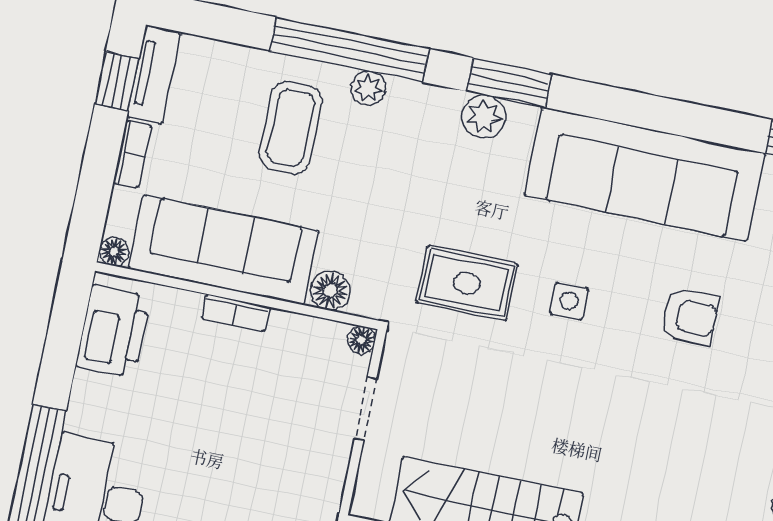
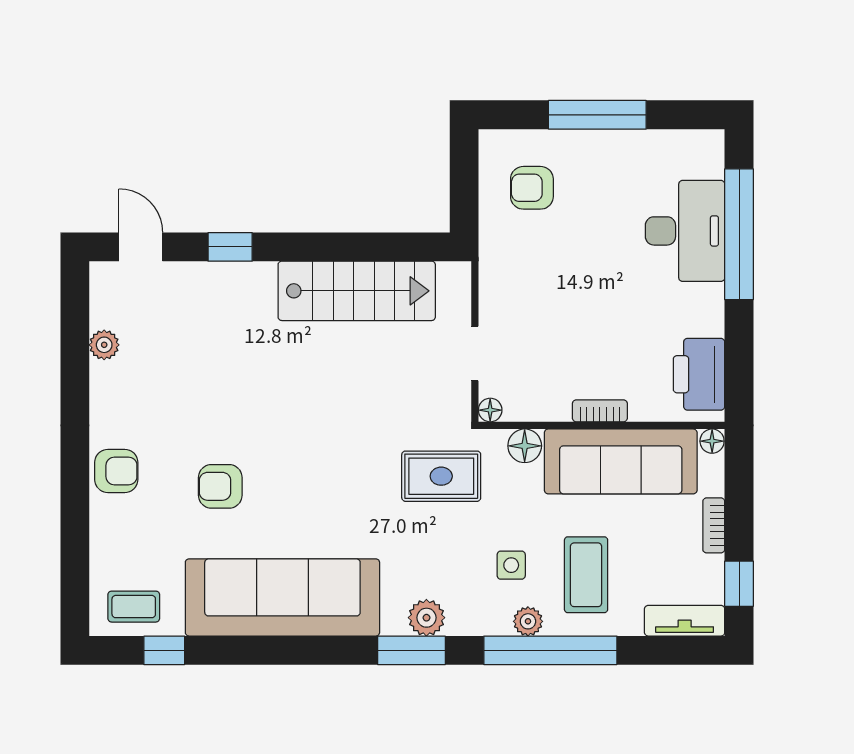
tv unit: (154, 74) -> (685, 621), moved, turned 90
rug: (467, 283) -> (441, 476), moved
side table: (569, 301) -> (511, 565), moved

